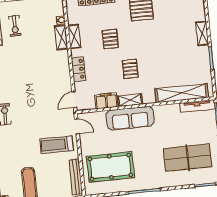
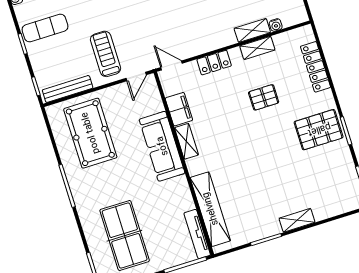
pallet: (130, 69) -> (229, 133), removed

